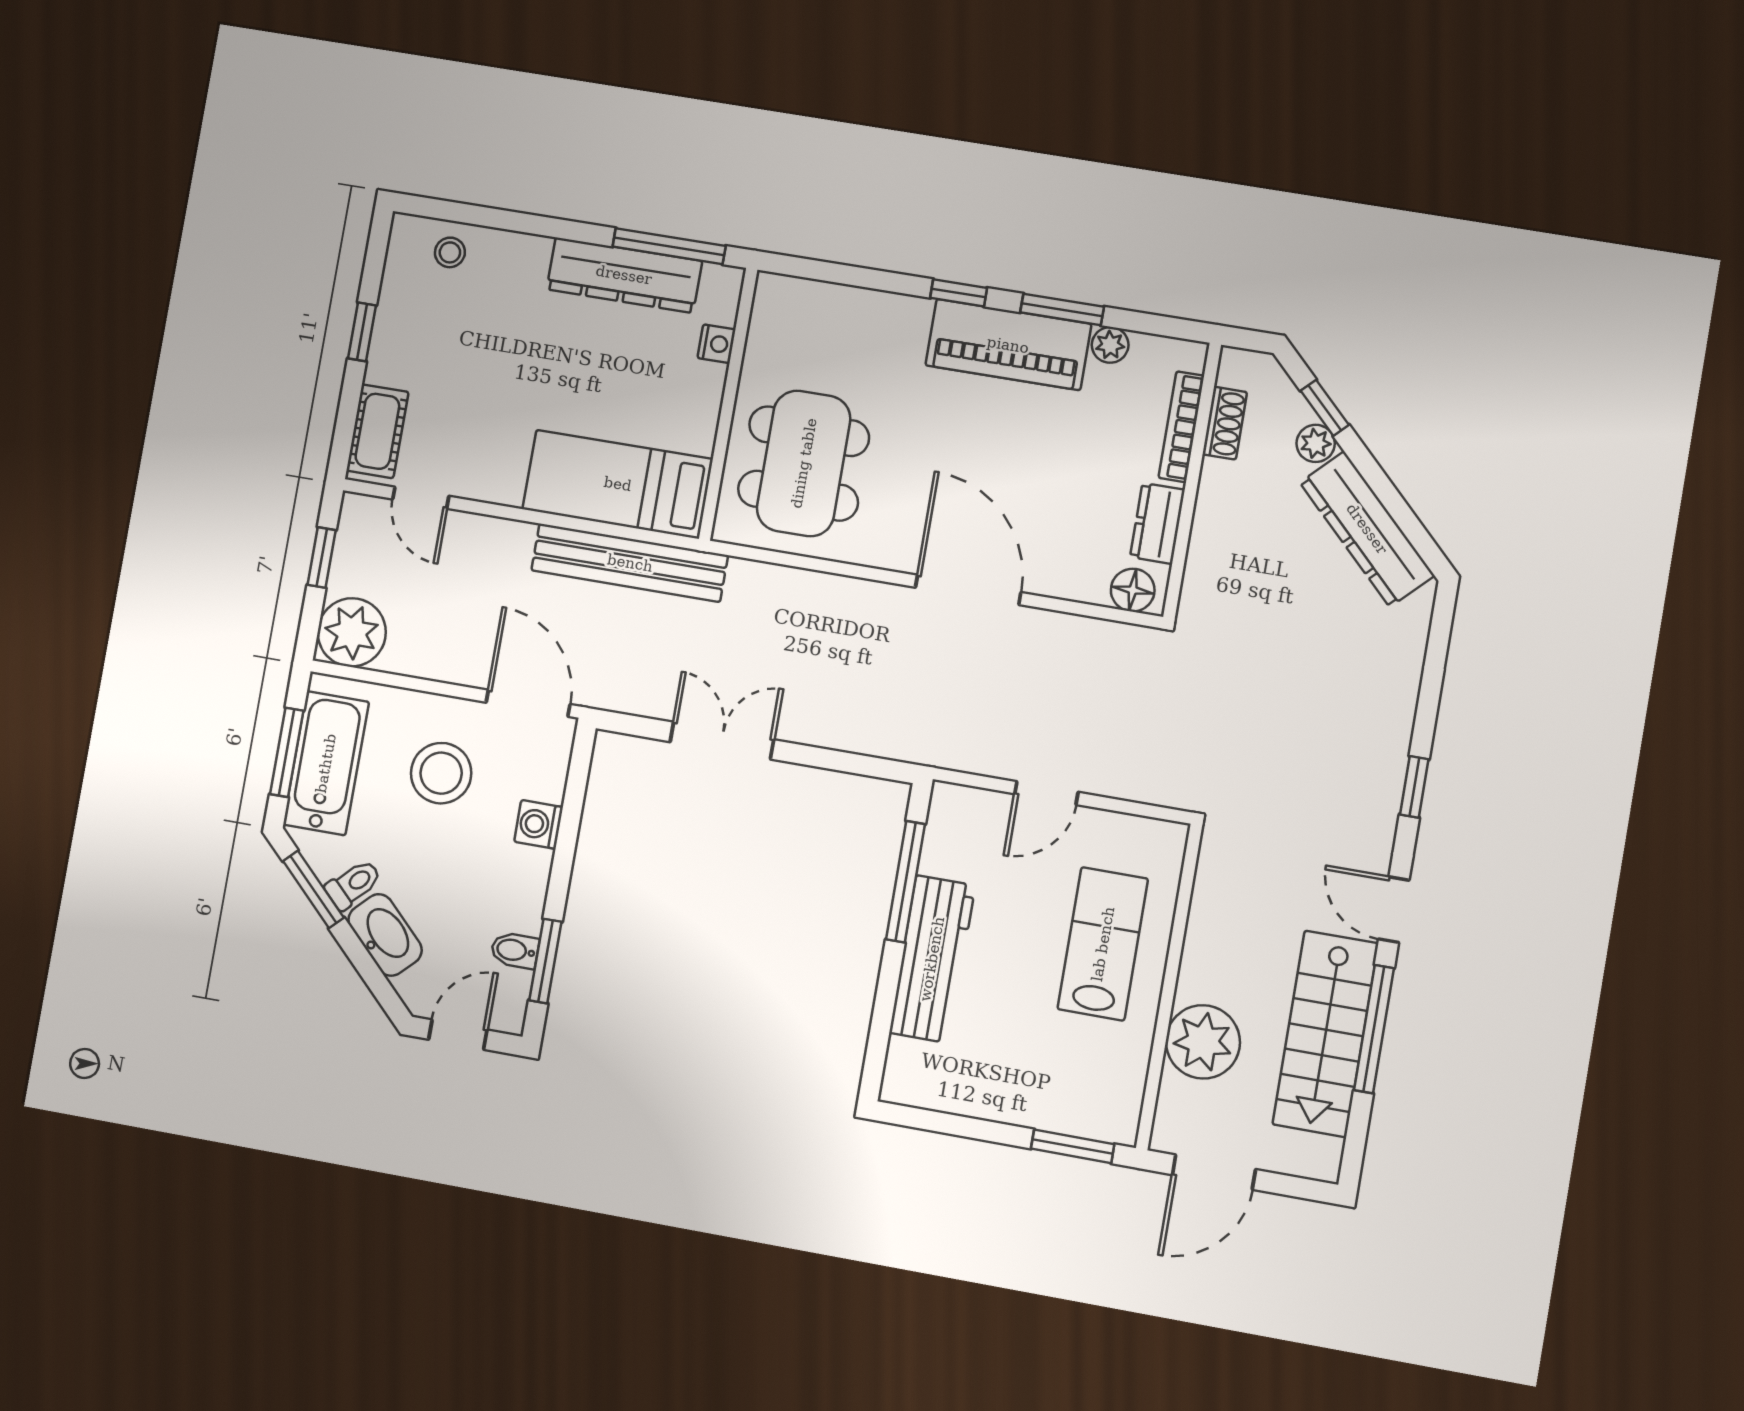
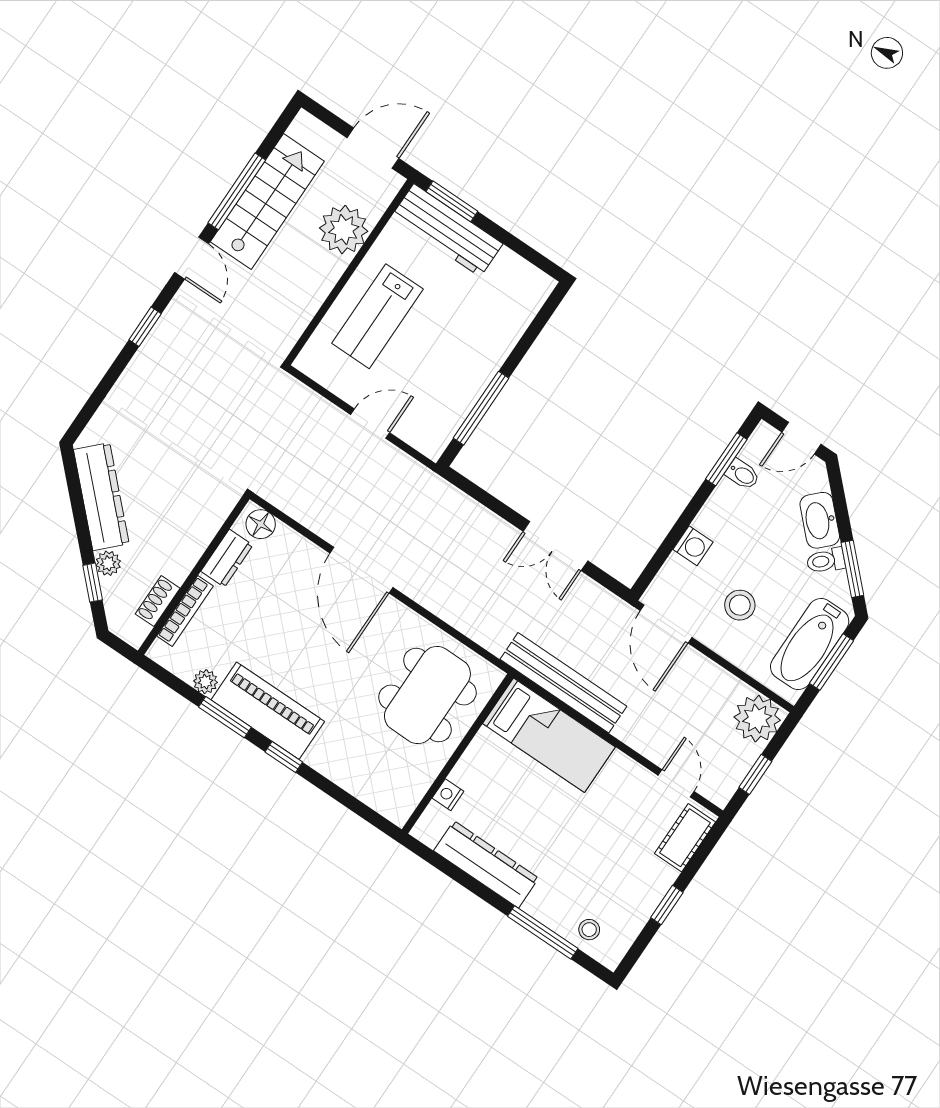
window: (669, 246) -> (543, 932), moved
stool: (441, 773) -> (740, 605), width x0.73, depth x0.73
workbench: (932, 959) -> (447, 230), moved, turned -90

